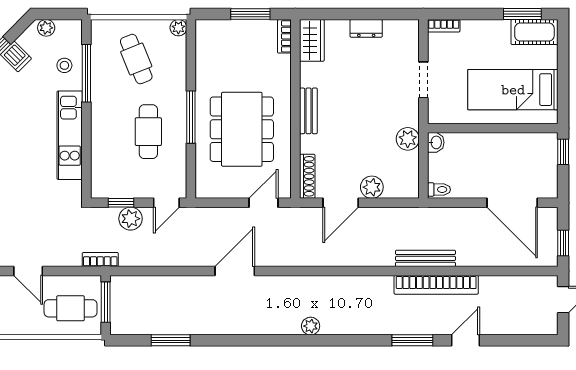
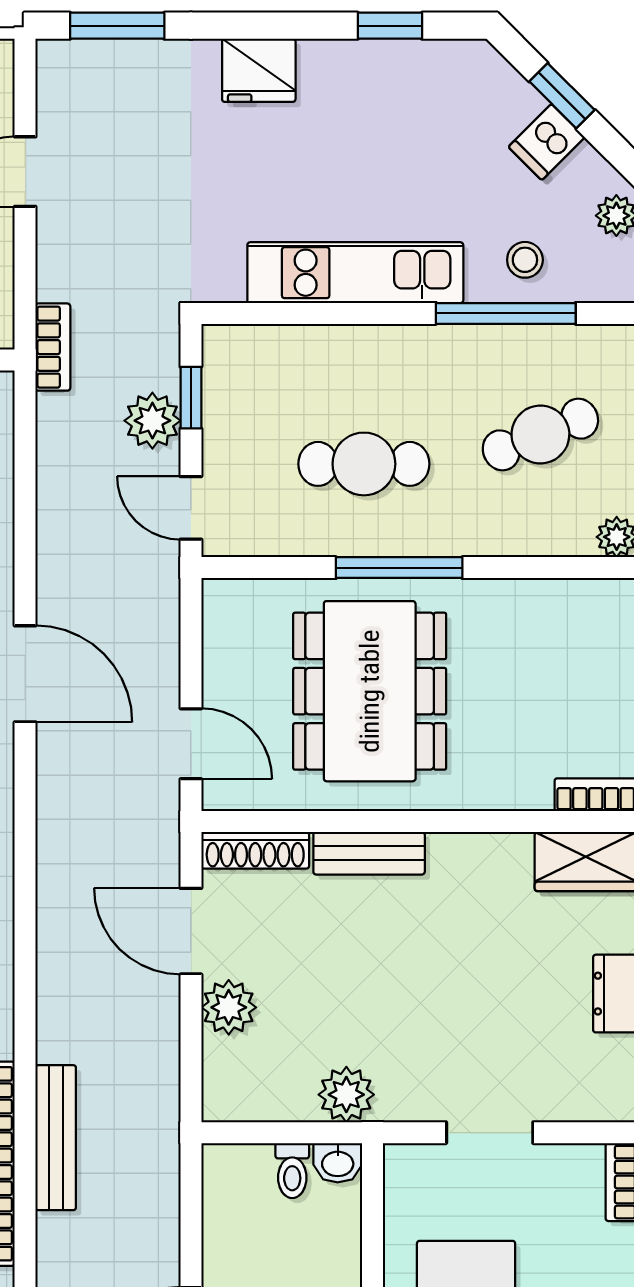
bench: (308, 111) -> (369, 853), moved
dining table: (242, 129) -> (370, 691), turned 90
toilet: (439, 190) -> (292, 1171), moved

